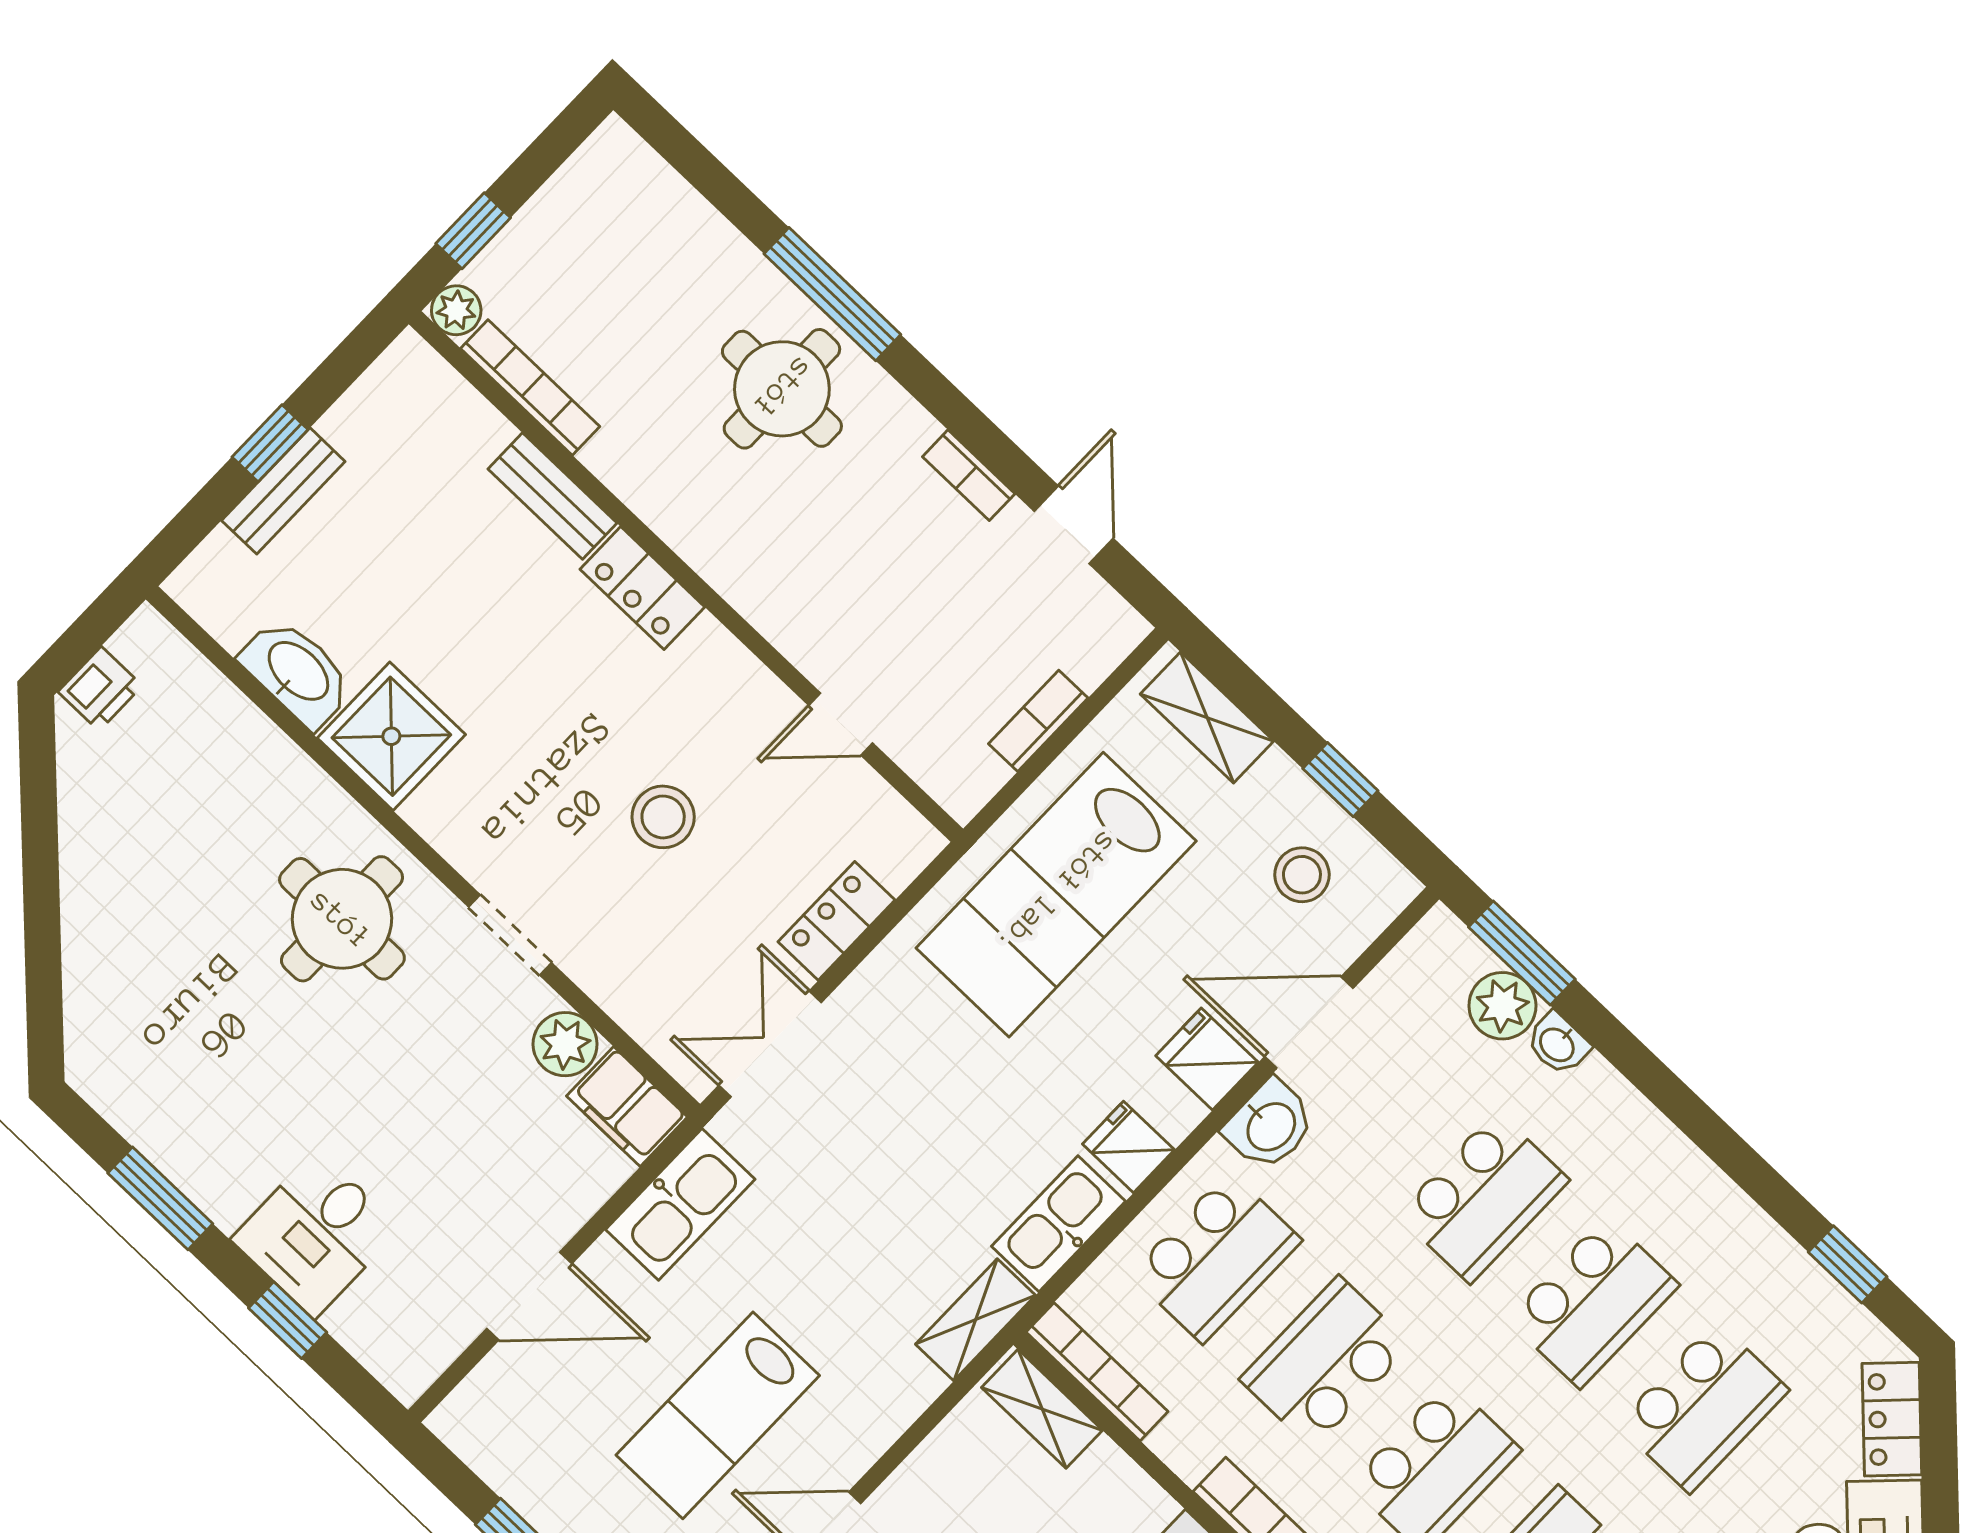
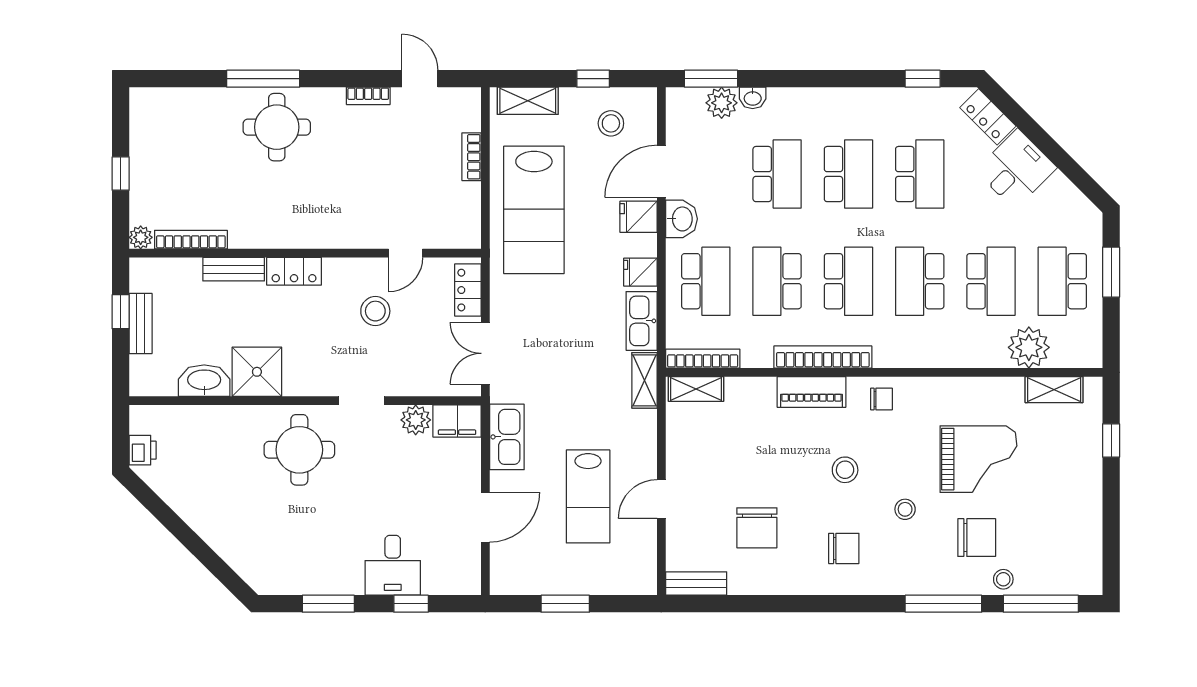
plant: (456, 310) -> (141, 237), moved
bookcase: (530, 388) -> (191, 240), moved
bench: (552, 496) -> (234, 269), moved
wall: (686, 576) -> (305, 253), moved
locker: (642, 588) -> (294, 271), moved
door: (841, 724) -> (406, 253), moved

